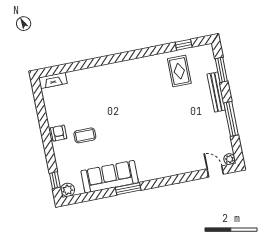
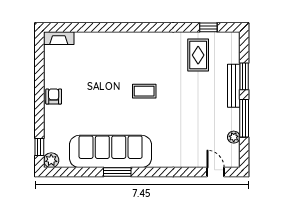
window: (221, 70) -> (244, 76), moved
coffee table: (85, 135) -> (144, 91), moved
plant: (229, 159) -> (234, 137), moved
sofa: (110, 177) -> (111, 151), width x1.36, depth x1.27

